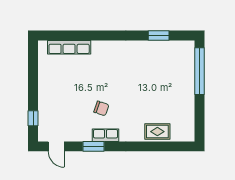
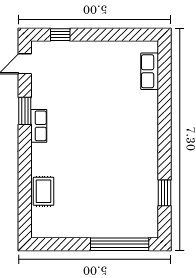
row of seats: (69, 47) -> (150, 71), width x0.68
chair: (101, 108) -> (73, 121), removed

